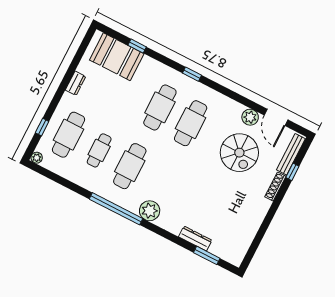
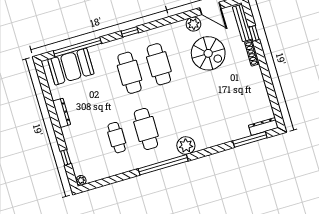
window: (137, 46) -> (77, 47), width x3.17
dresser: (75, 83) -> (62, 113), width x1.44
cafe table: (69, 135) -> (87, 146), removed
dresser: (195, 239) -> (263, 126), moved
window: (207, 255) -> (250, 139), width x1.44

